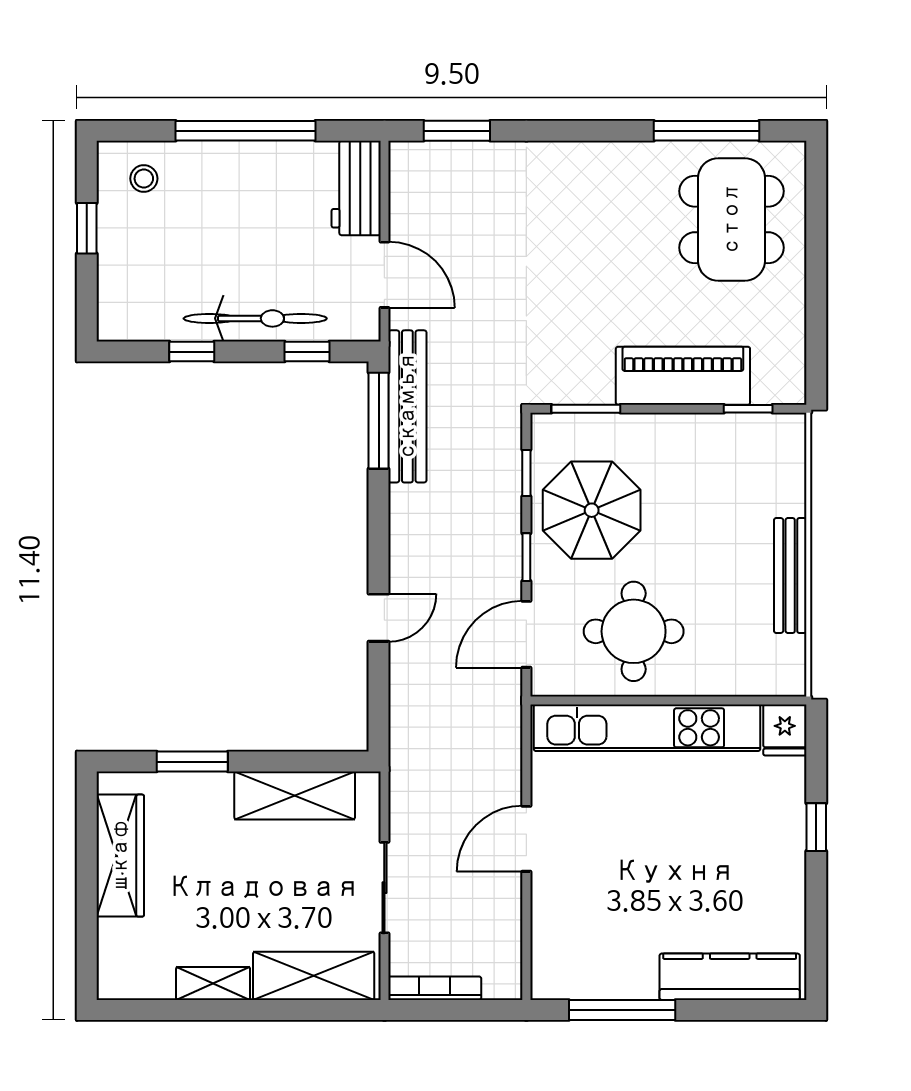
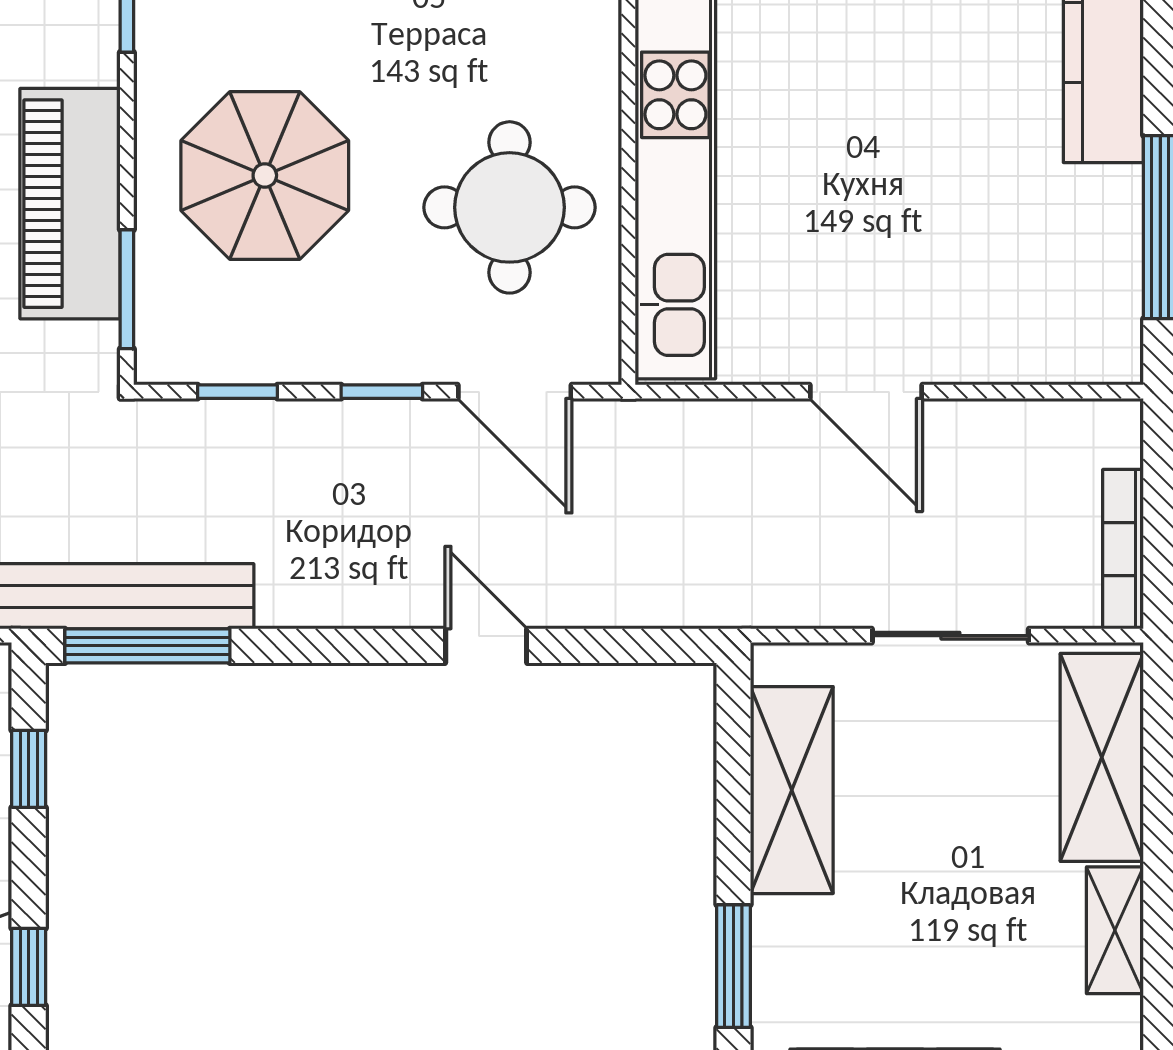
piano: (683, 376) -> (70, 204), moved
parasol: (592, 510) -> (265, 175), moved

